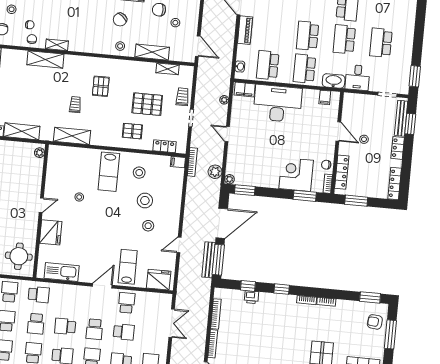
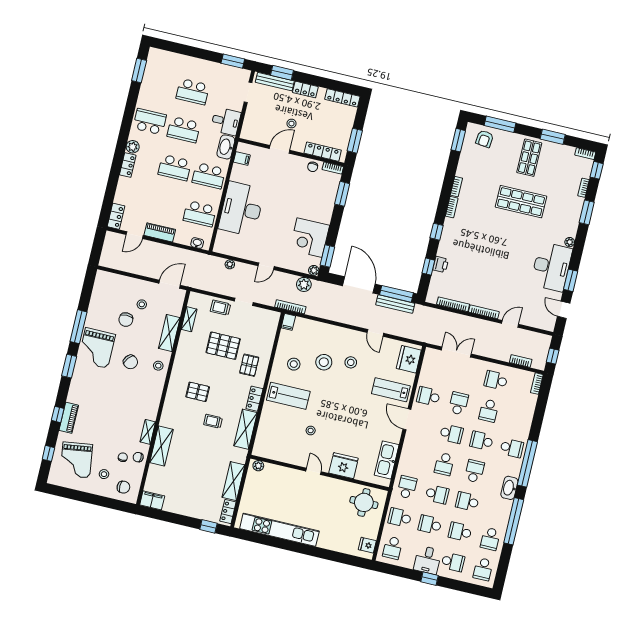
filing cabinet: (245, 89) -> (222, 242), removed
pallet: (147, 104) -> (223, 346), turned 90
locker: (164, 146) -> (254, 399), moved
corner desk: (296, 174) -> (310, 238), moved

